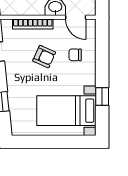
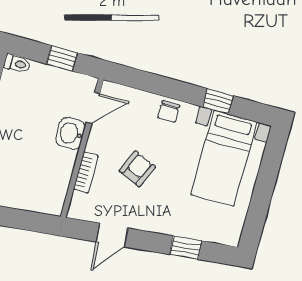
bookcase: (33, 24) -> (86, 172), width x0.64
chair: (75, 55) -> (169, 112), moved

